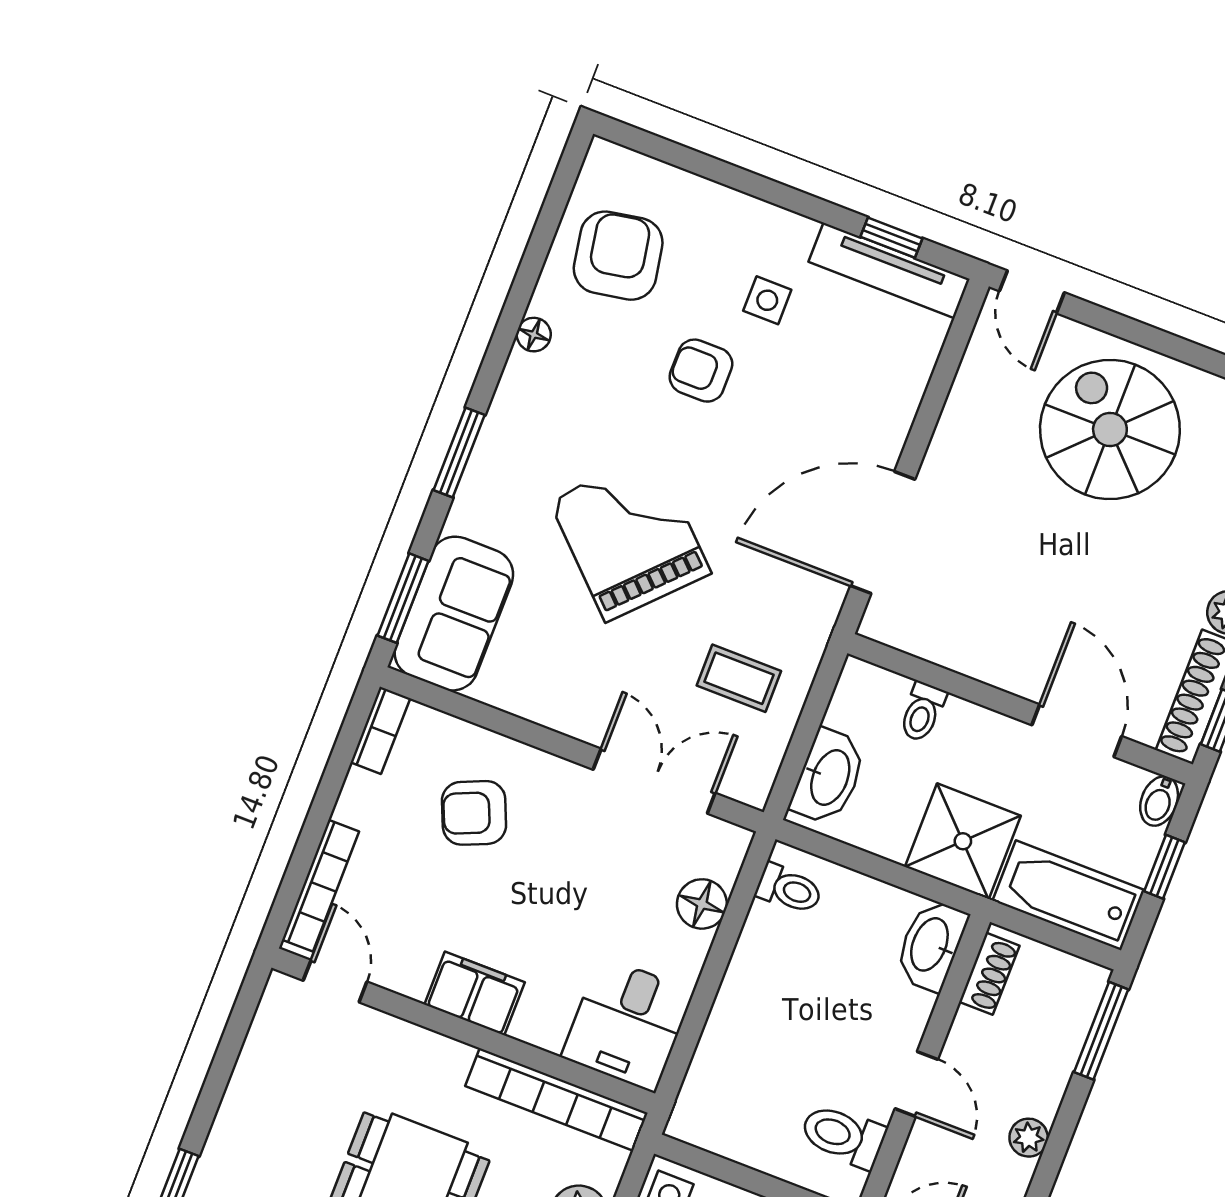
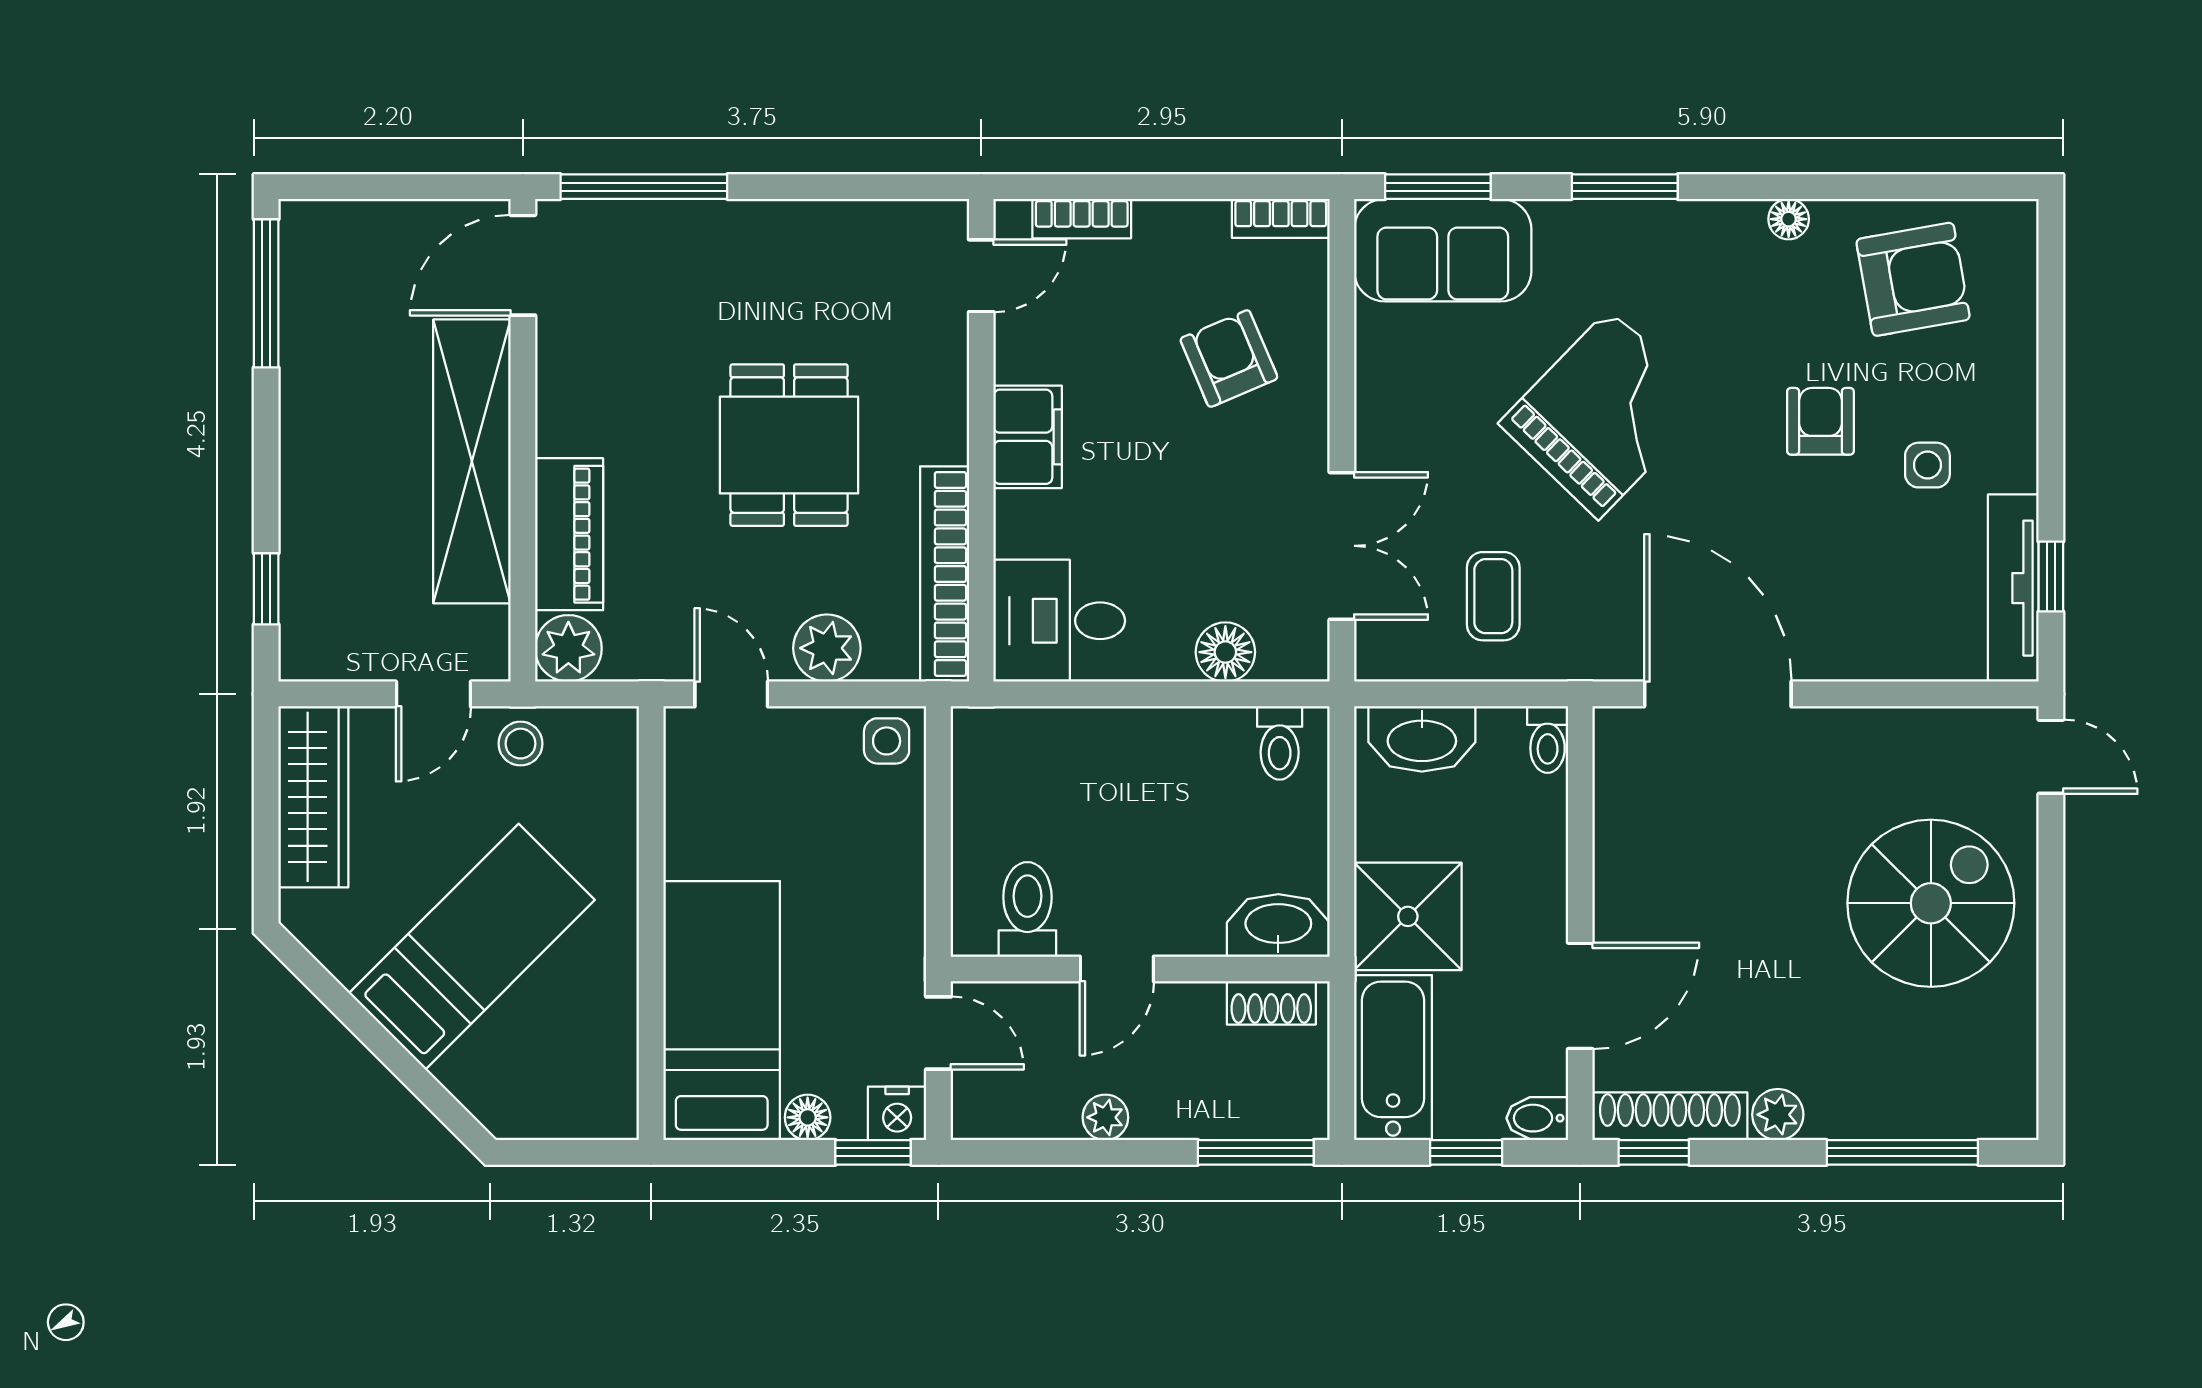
door: (1032, 292) -> (2051, 757), swing flipped
toilet: (922, 712) -> (1548, 740), moved, turned -90
bookcase: (321, 886) -> (1082, 219), width x0.64

